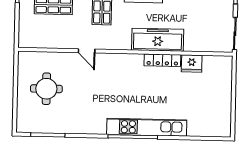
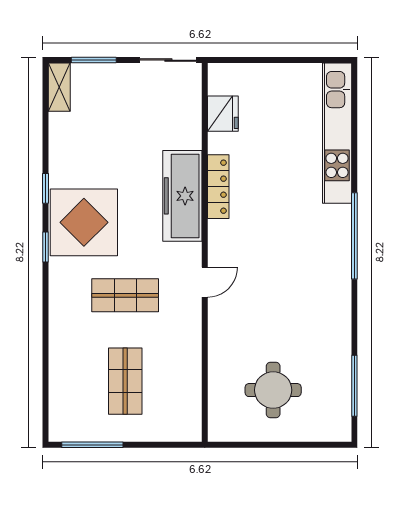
door: (87, 51) -> (205, 282), moved
fridge: (192, 64) -> (223, 114), moved
kitchen unit: (147, 127) -> (337, 133), moved

